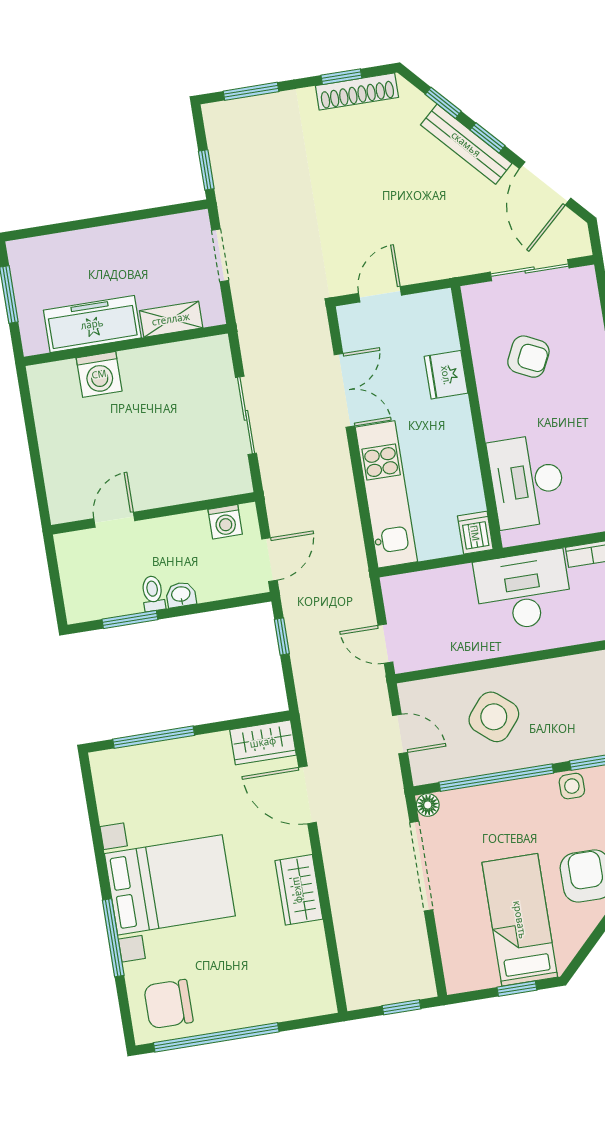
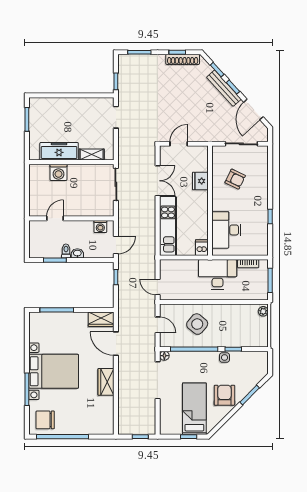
shelving: (171, 319) -> (92, 155), moved
freezer: (92, 324) -> (59, 151), moved
wall: (126, 345) -> (71, 162), moved
washing machine: (99, 374) -> (59, 172), moved

